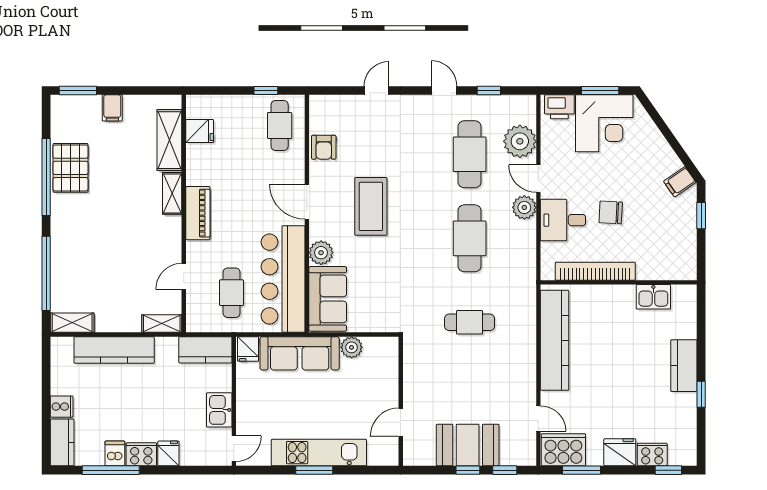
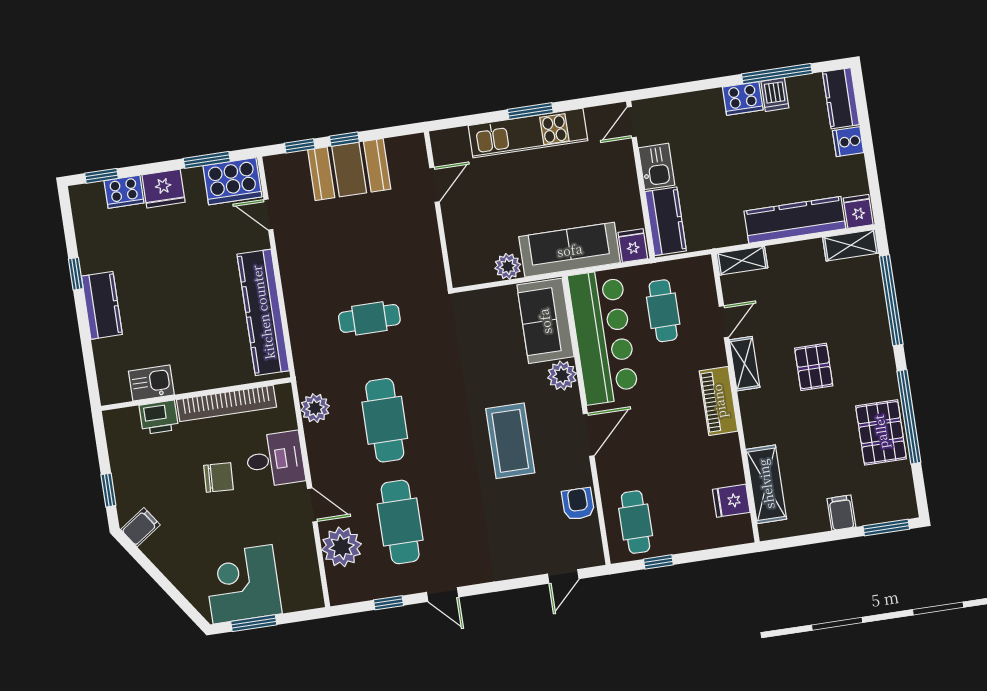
door: (376, 90) -> (563, 576), moved
printer: (559, 107) -> (159, 417), moved, turned 180
shelving: (172, 193) -> (745, 364), moved
door: (307, 202) -> (589, 435), hinge flipped
plant: (524, 207) -> (315, 408), moved
pallet: (117, 229) -> (814, 367), added
kitchen counter: (205, 350) -> (666, 221), moved, turned 90
fridge: (168, 453) -> (858, 211), moved, turned 180

